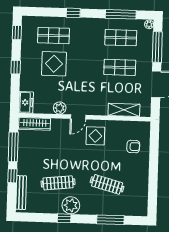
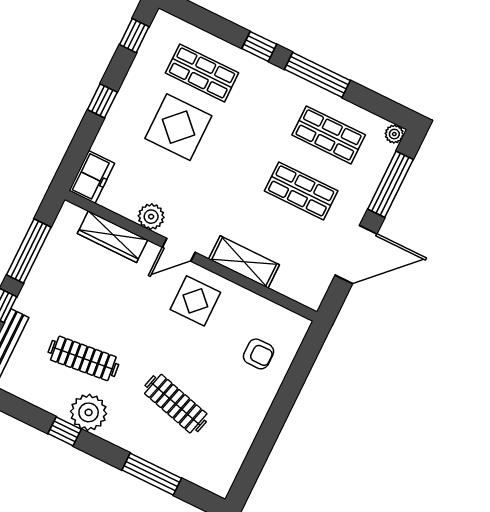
window: (121, 14) -> (317, 75), moved
shelving: (124, 110) -> (244, 262), moved
wardrobe: (35, 124) -> (112, 237), moved

